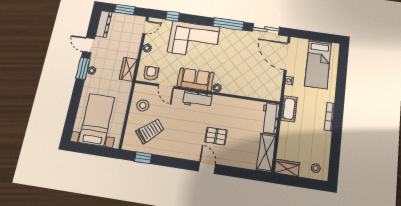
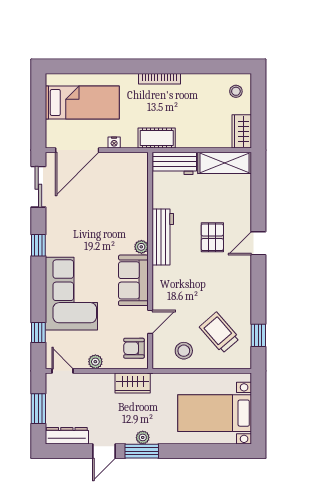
window: (228, 24) -> (38, 245), width x0.46
workbench: (197, 99) -> (163, 237), moved, width x1.38

